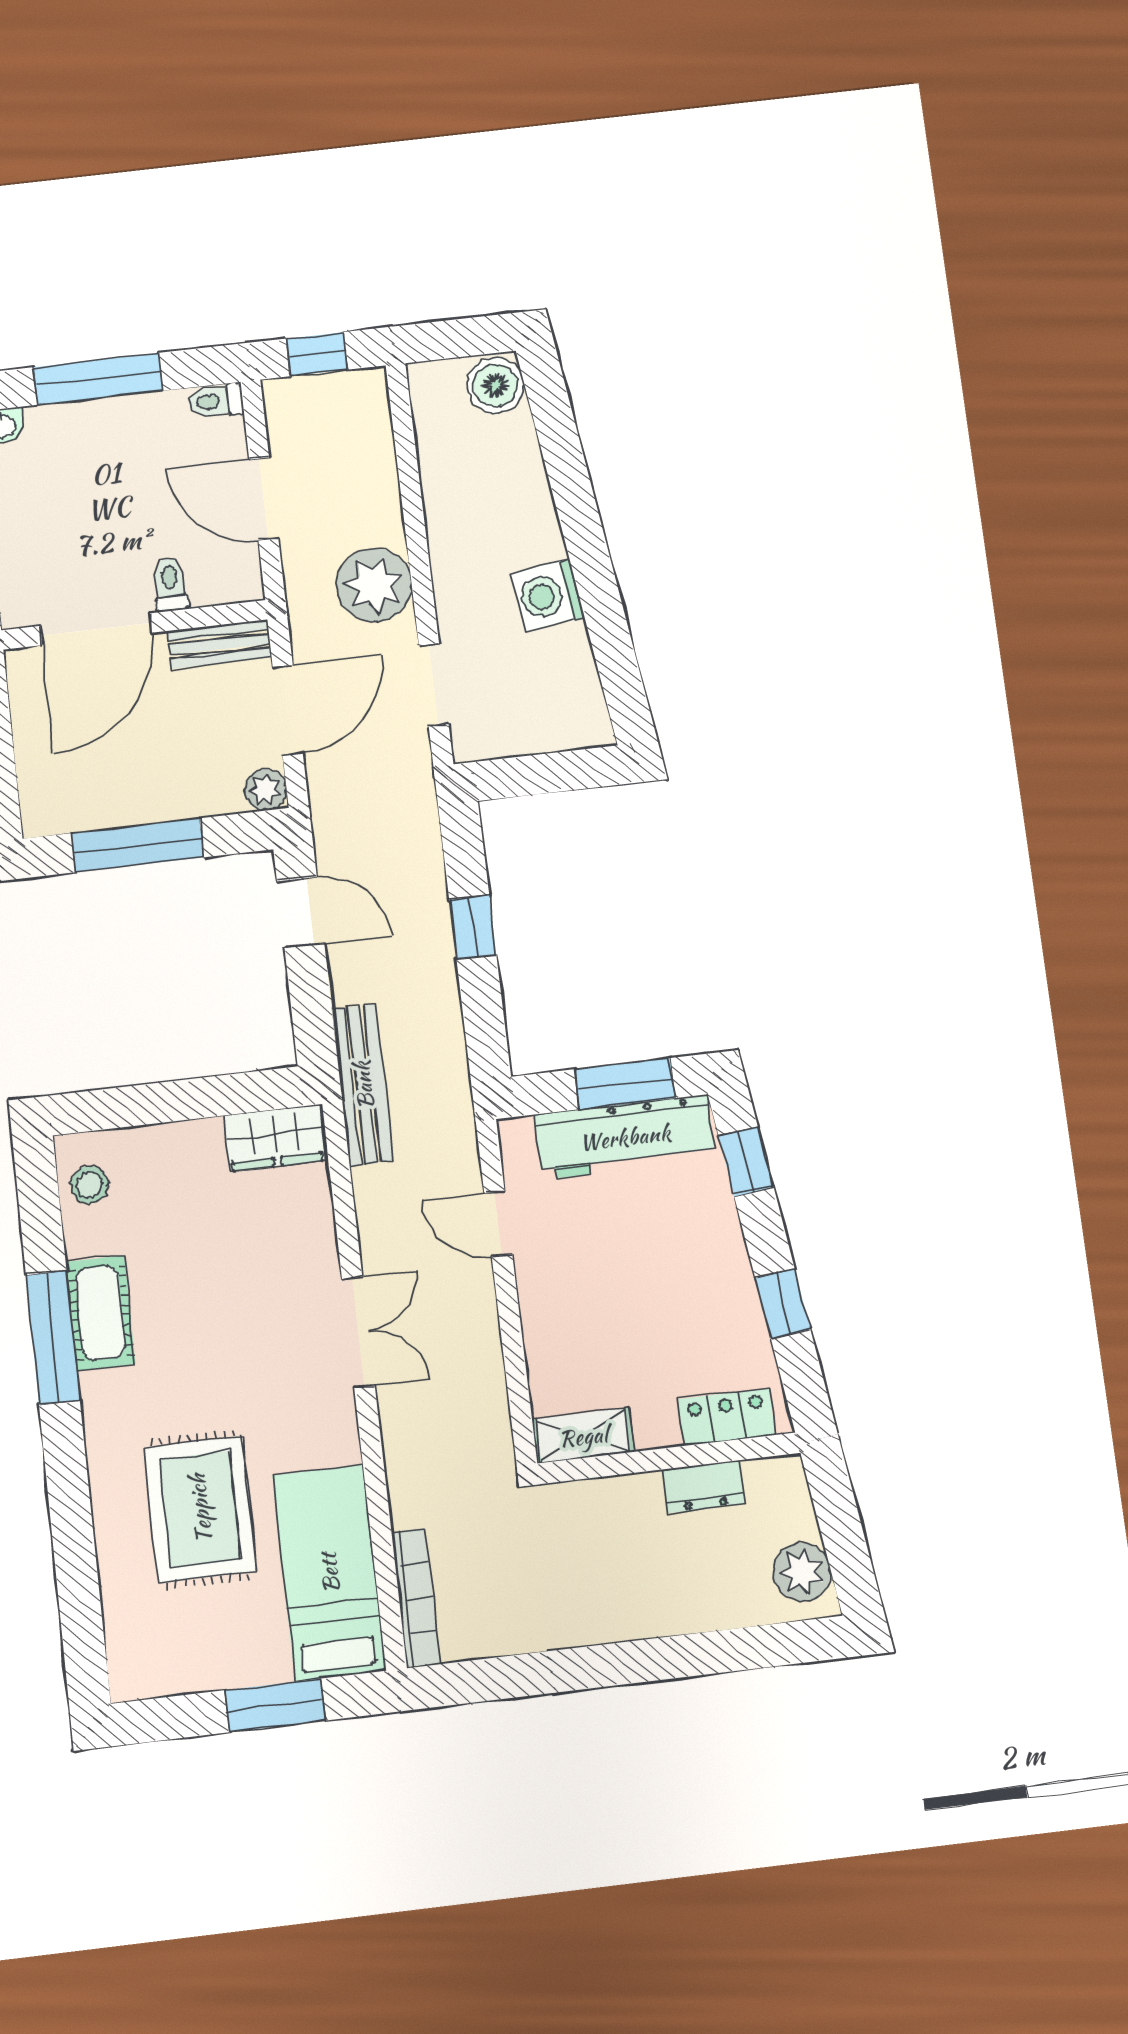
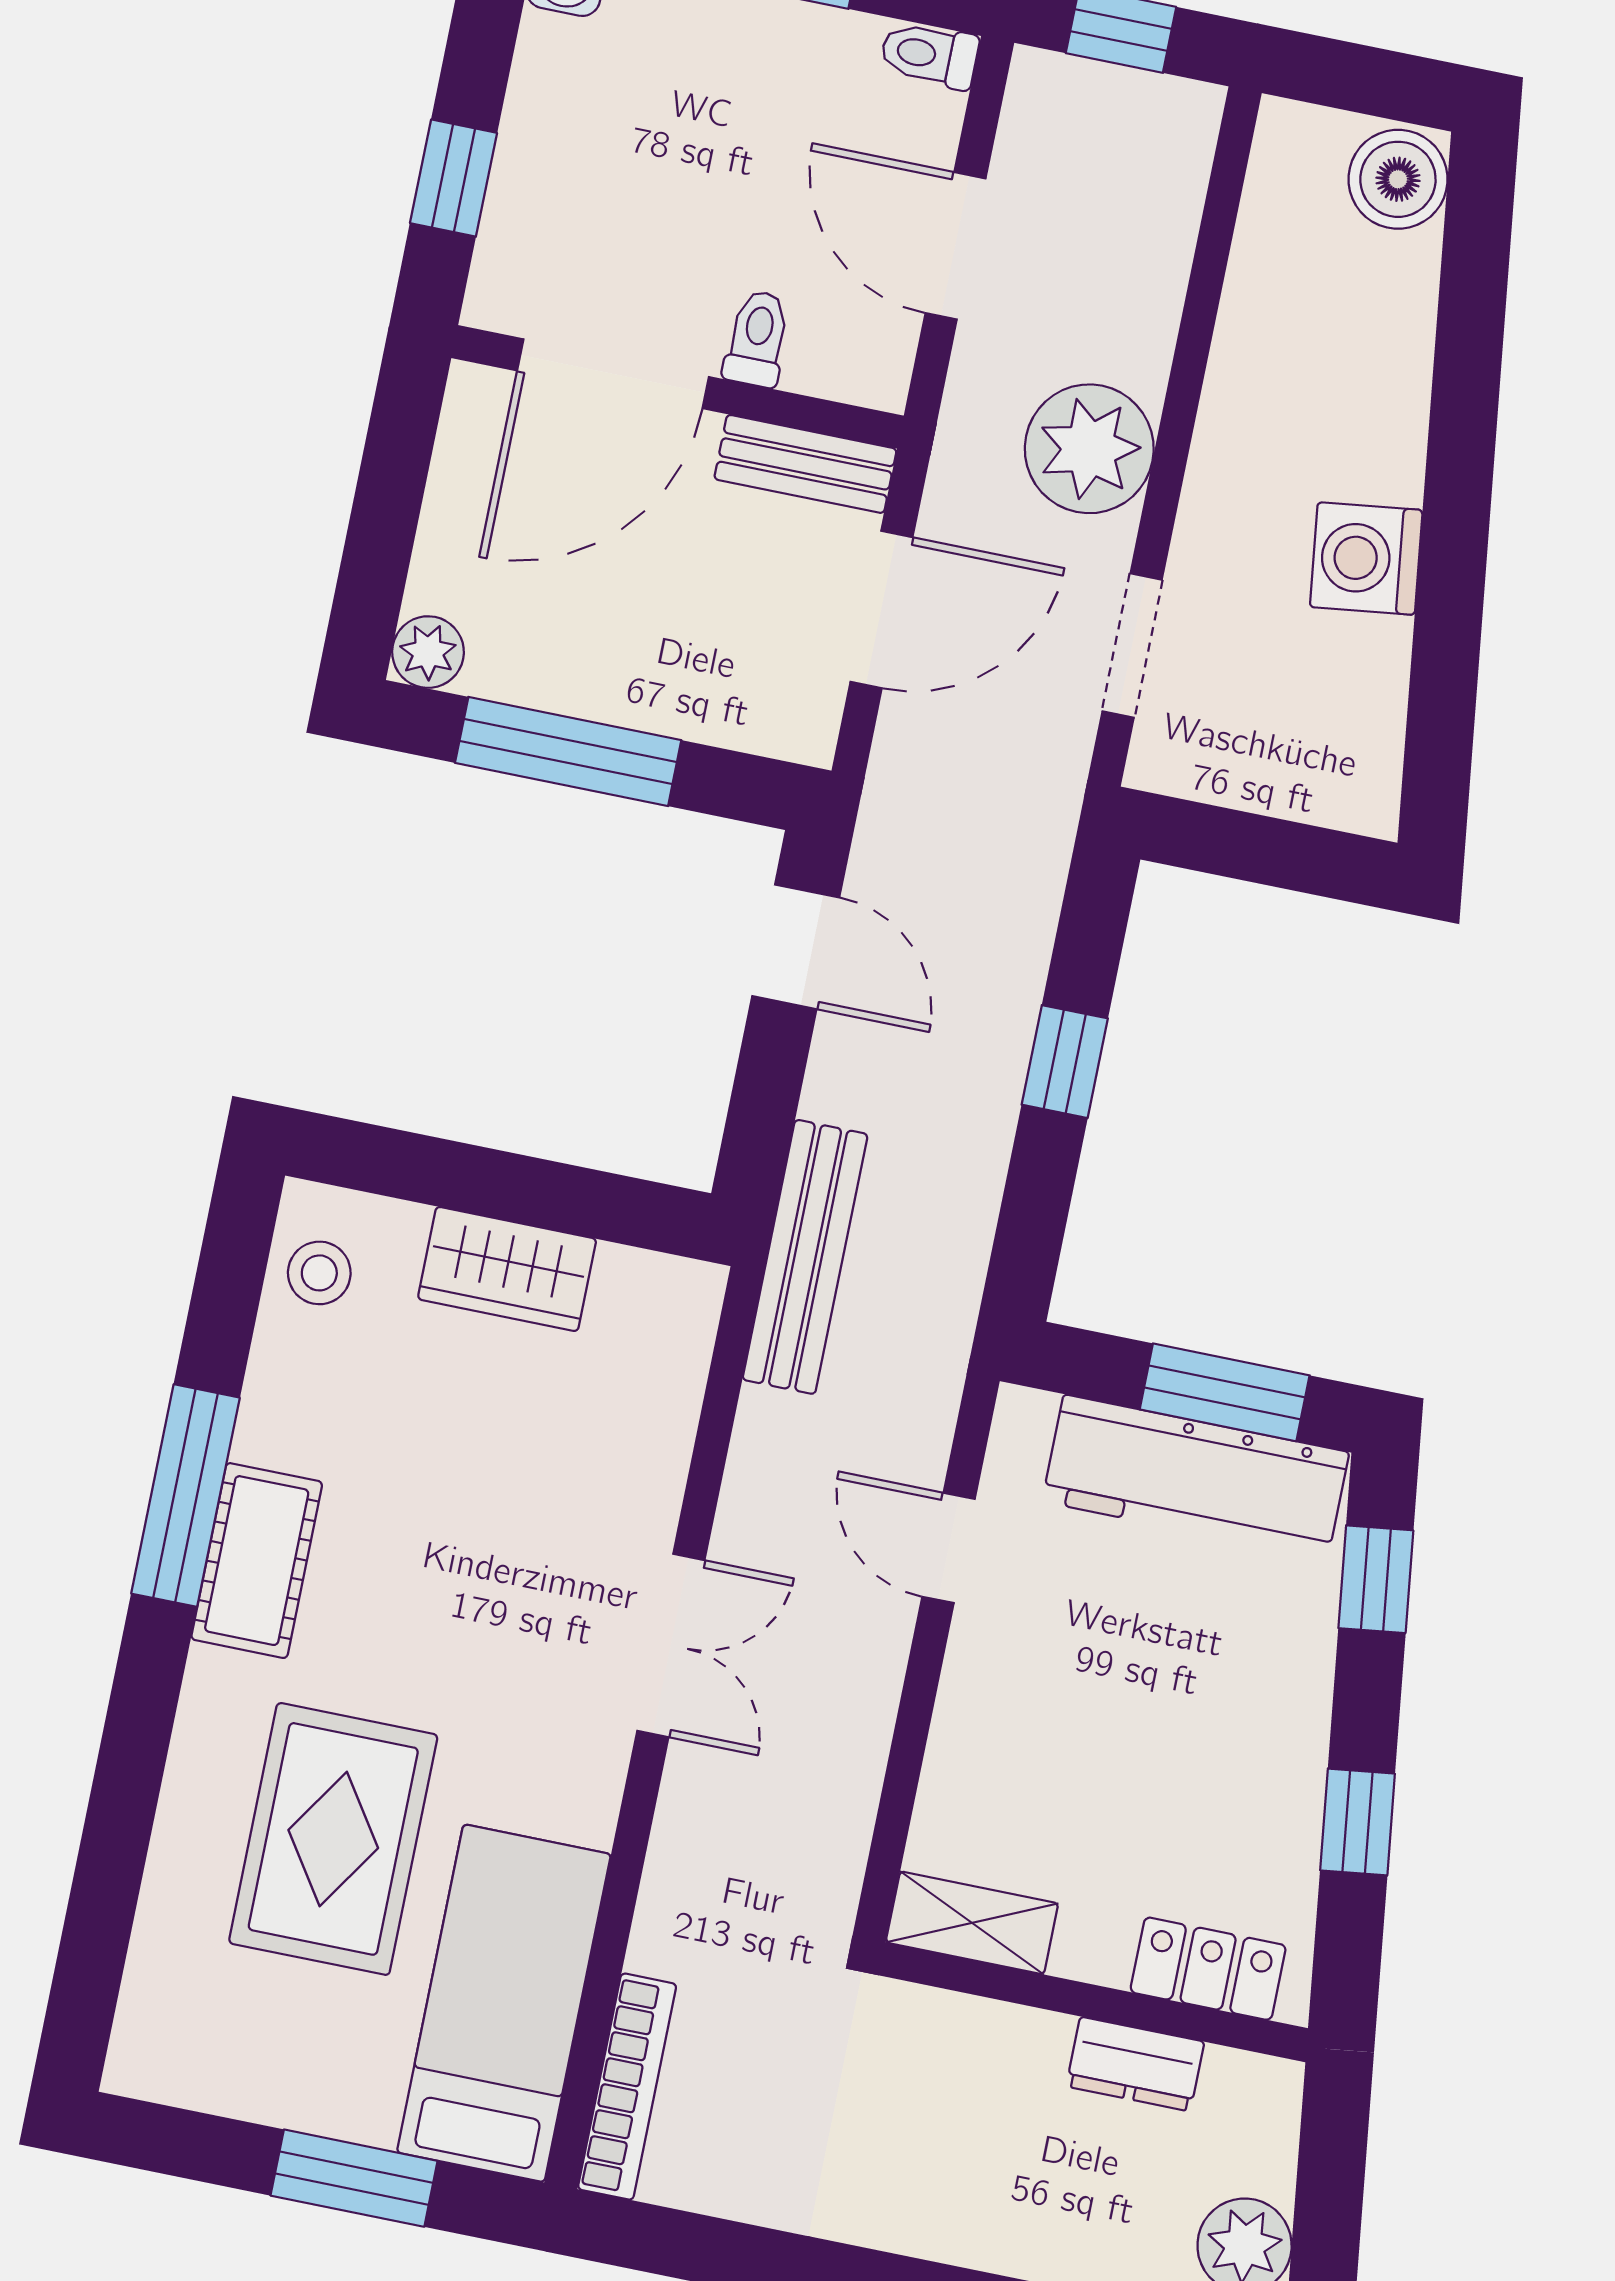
plant: (266, 790) -> (428, 652), moved
wardrobe: (275, 1138) -> (507, 1269), moved
cot: (100, 1313) -> (257, 1561), moved

